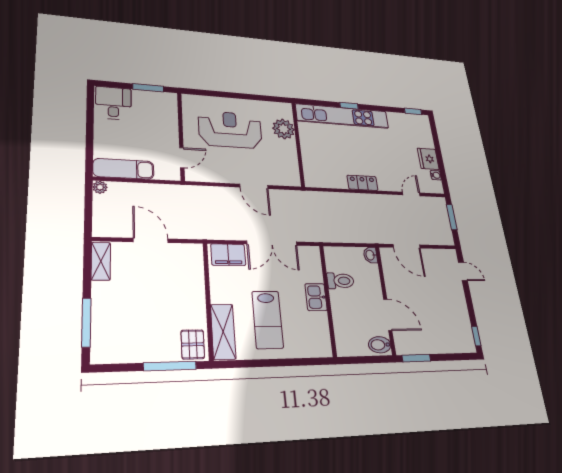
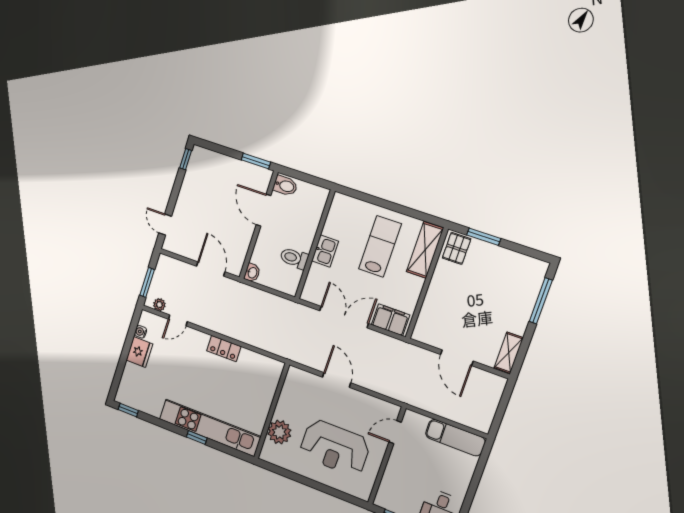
plant: (100, 187) -> (159, 305), moved
window: (170, 366) -> (484, 237), width x0.69

